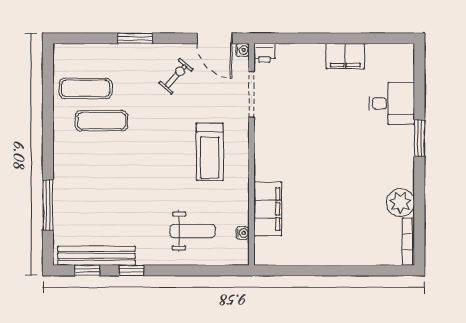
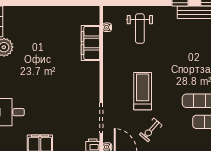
treadmill: (210, 152) -> (143, 91), moved
weight bench: (193, 231) -> (140, 29), turned -90

